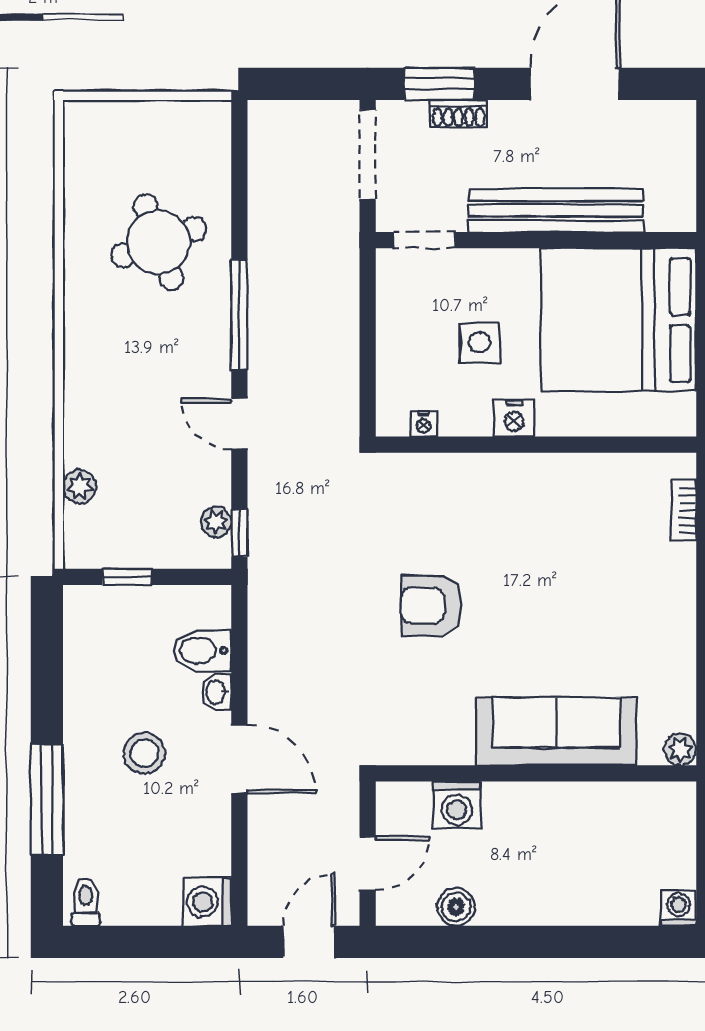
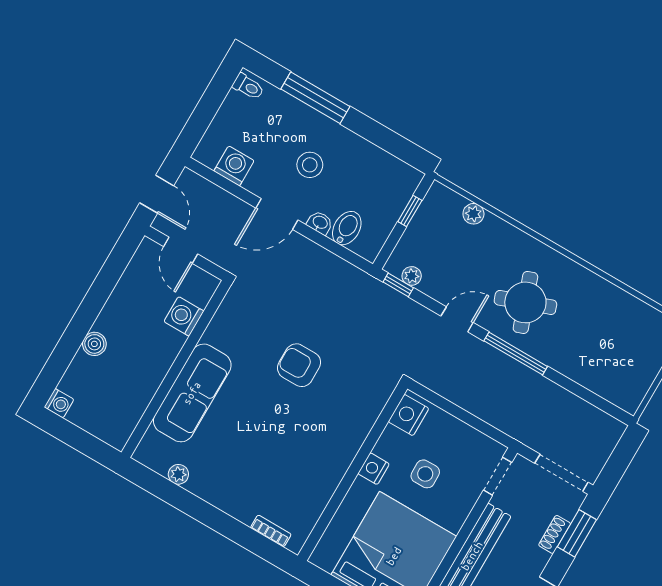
round table: (159, 242) -> (525, 302), moved
nightstand: (424, 424) -> (408, 415), width x1.89, depth x1.79
armchair: (431, 606) -> (299, 365), turned -90
plant: (680, 749) -> (178, 474), moved
washing machine: (207, 902) -> (234, 166), moved
boiler: (456, 907) -> (94, 344), moved

